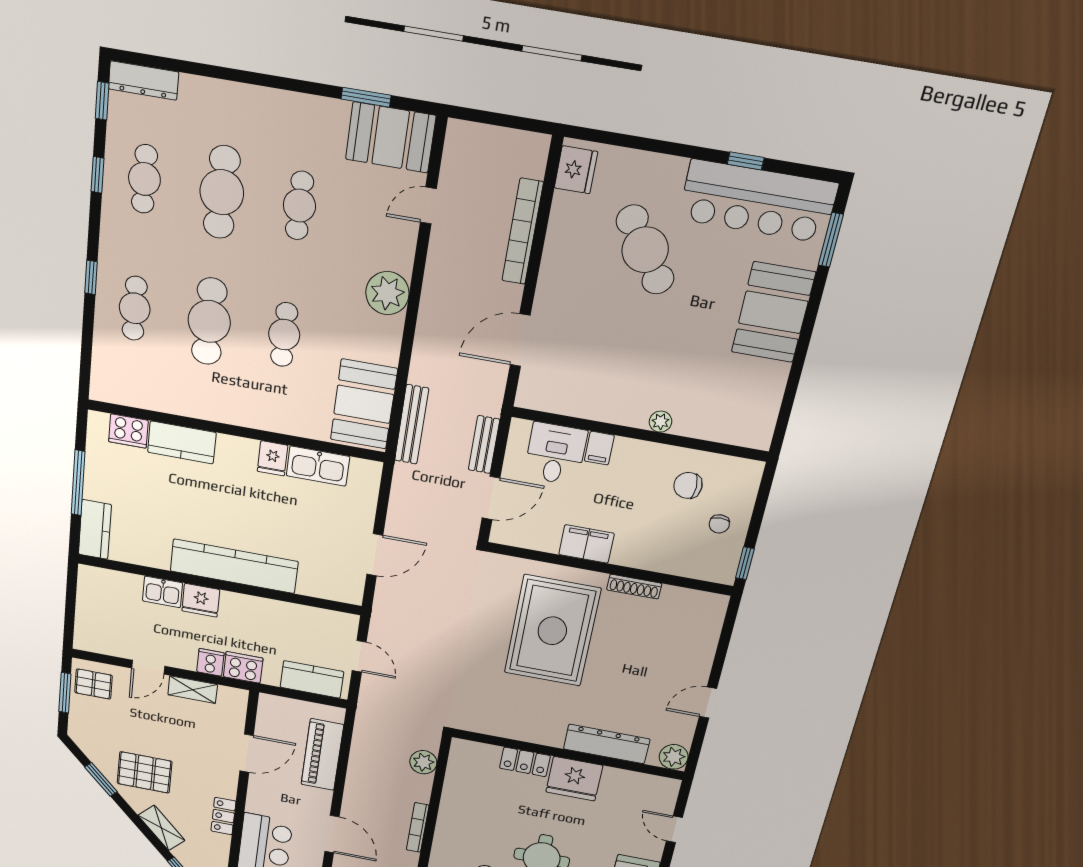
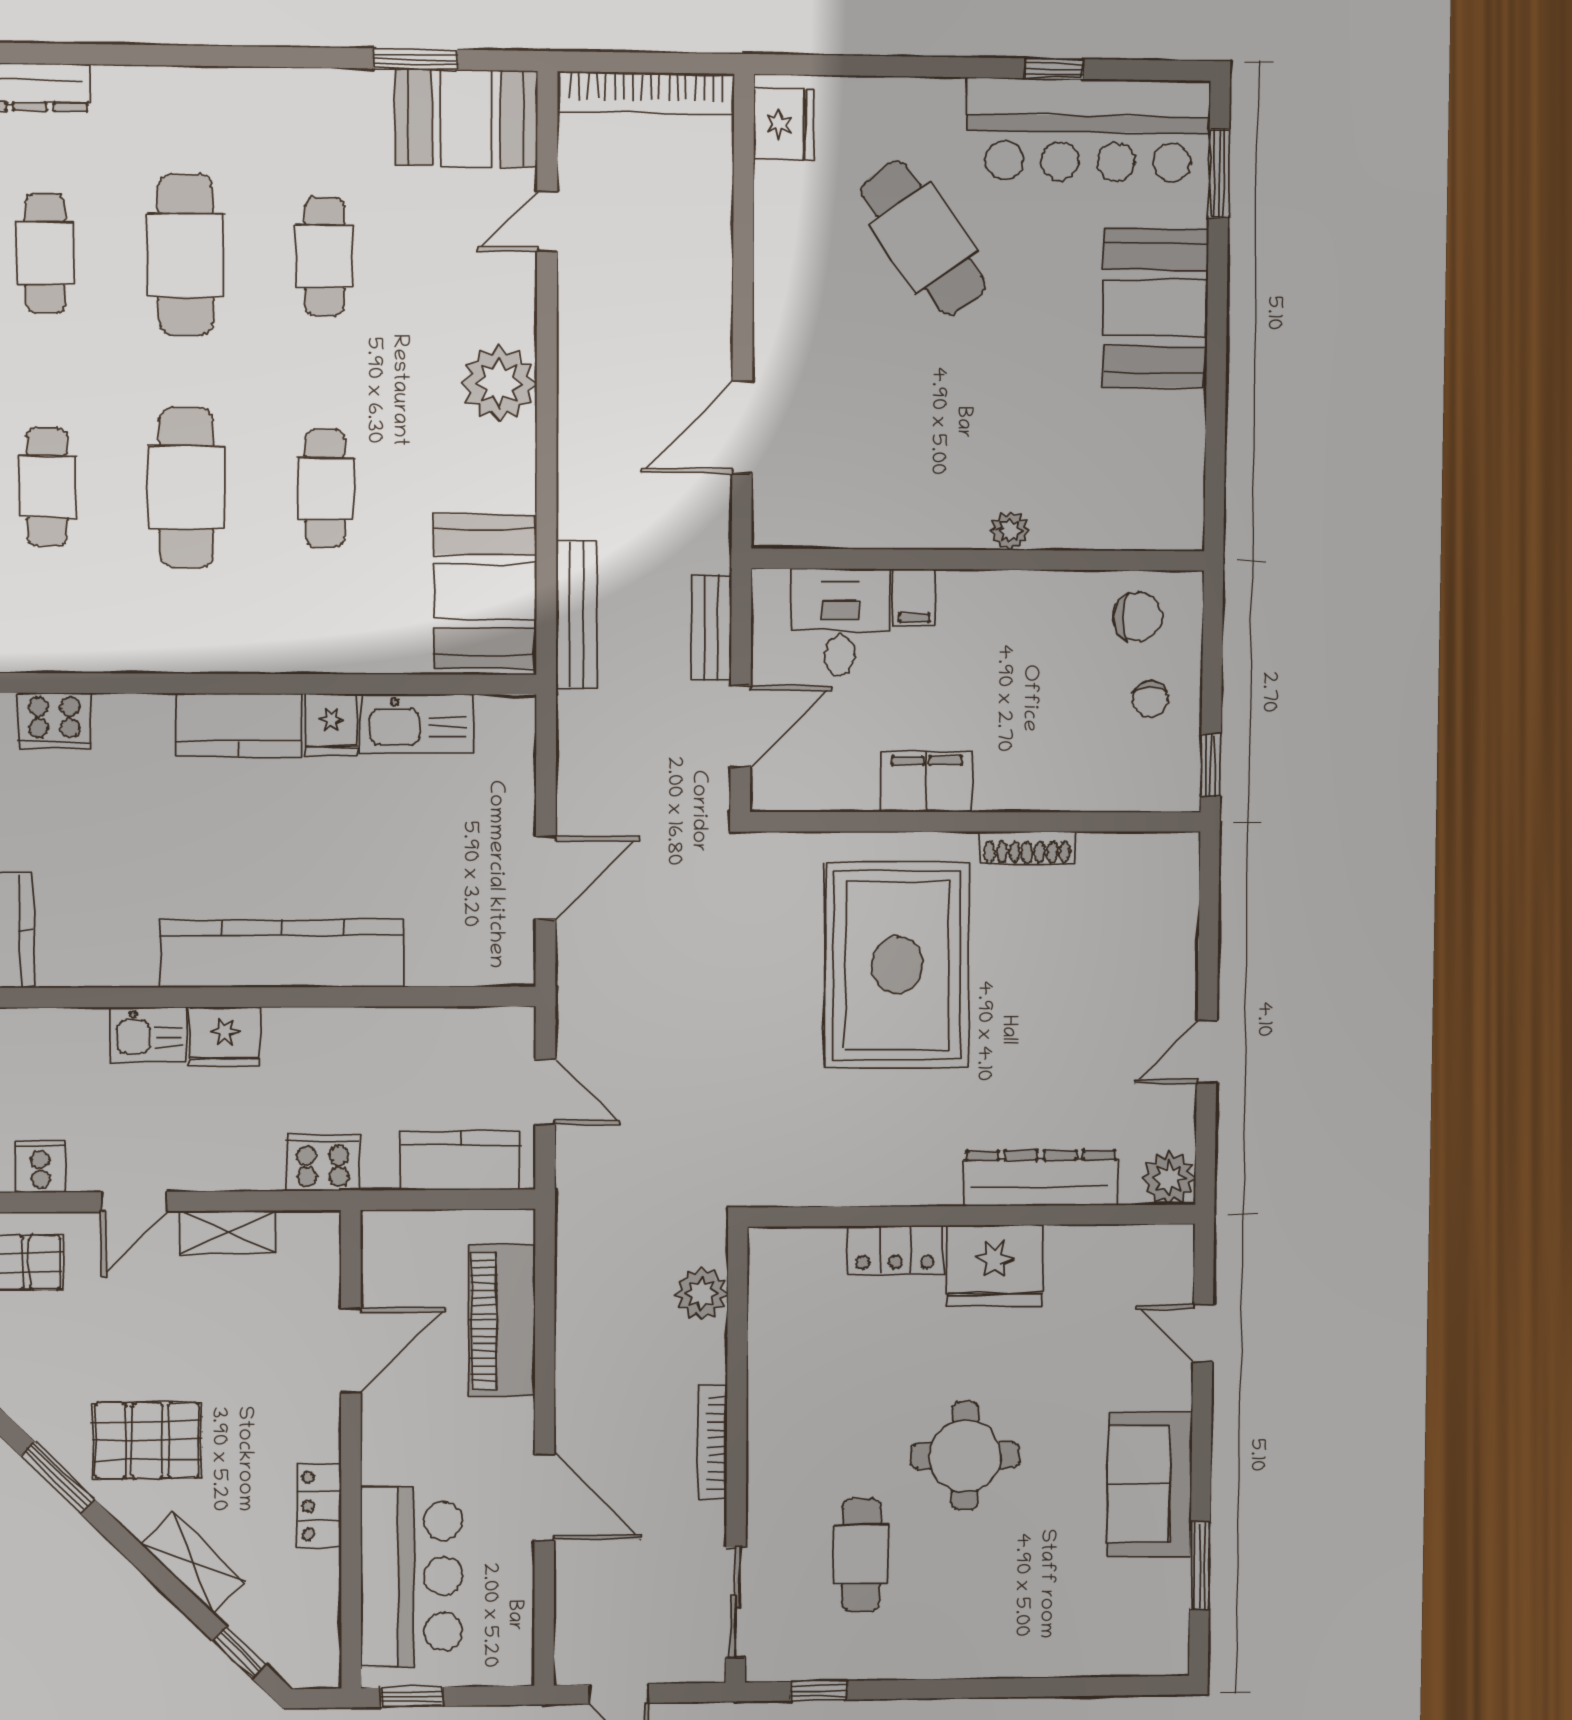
bookcase: (523, 232) -> (646, 93), moved, turned -90
kitchen counter: (182, 442) -> (239, 725), moved
chair: (688, 485) -> (1138, 617), moved, turned 180
cooker: (210, 662) -> (40, 1166), moved

